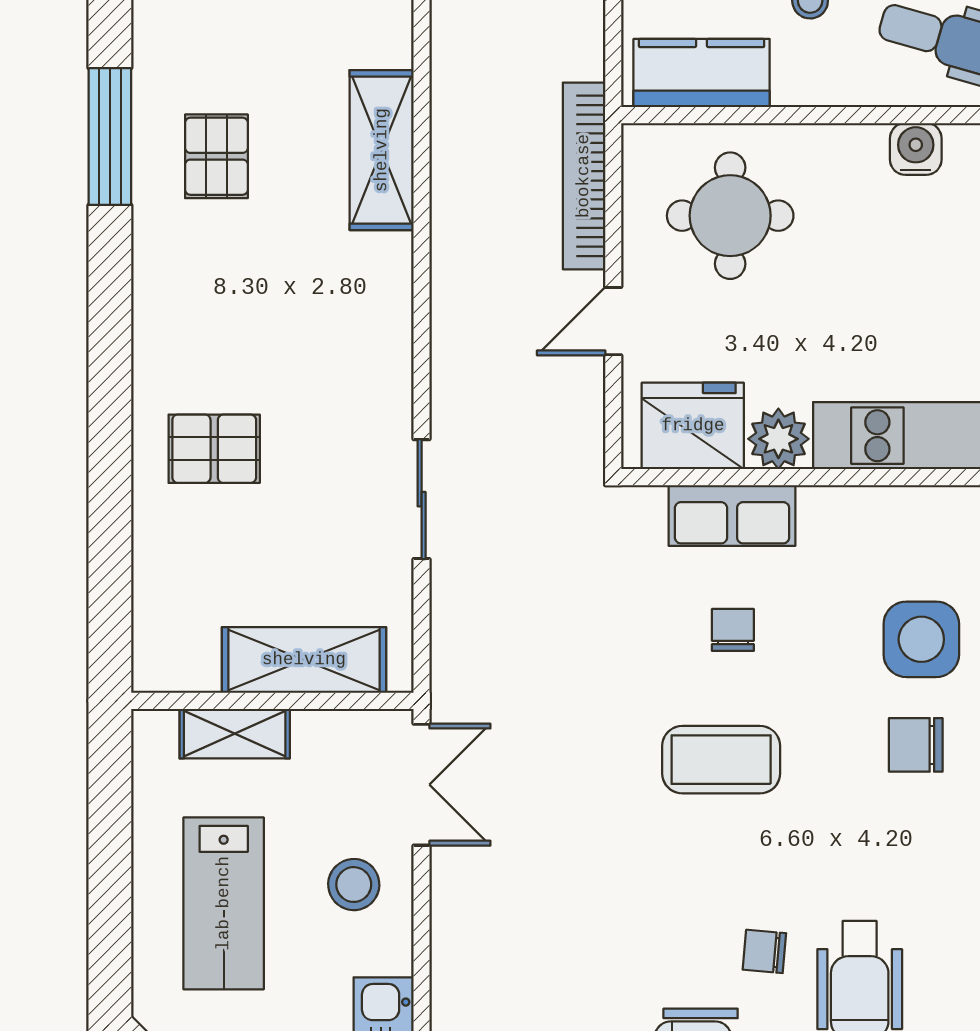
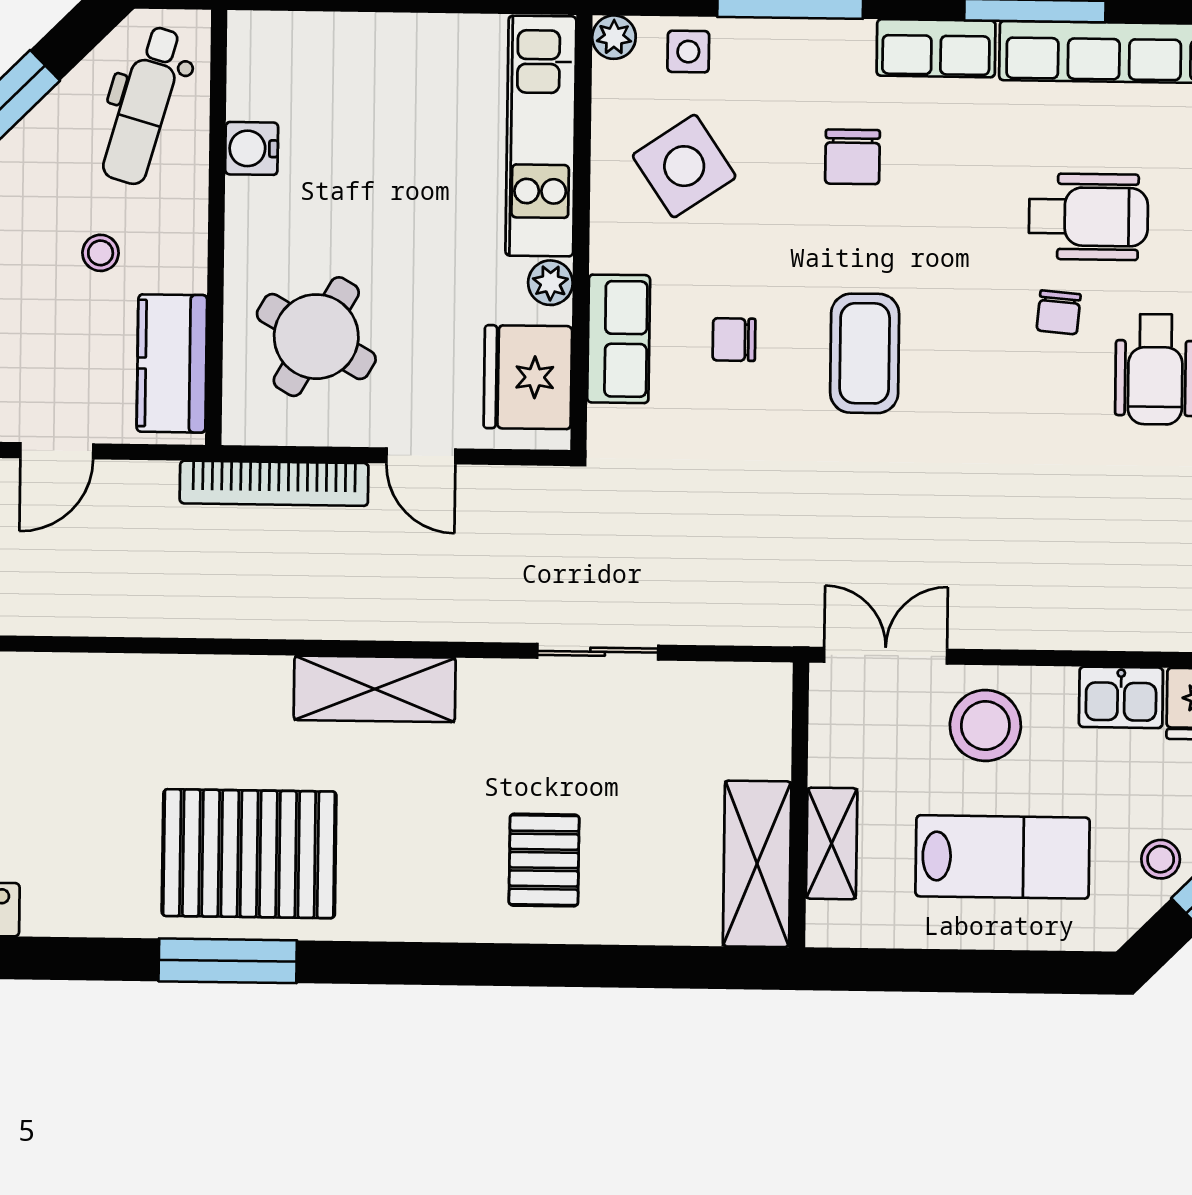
shelving: (382, 150) -> (375, 689), moved
pallet: (216, 156) -> (249, 854), width x2.05, depth x2.00
round table: (730, 216) -> (316, 337), turned 30
plant: (778, 439) -> (550, 283), width x0.73, depth x0.73
side table: (921, 639) -> (684, 166), moved, turned -34
shelving: (304, 660) -> (757, 864), moved
stool: (354, 885) -> (985, 725), width x1.38, depth x1.38

